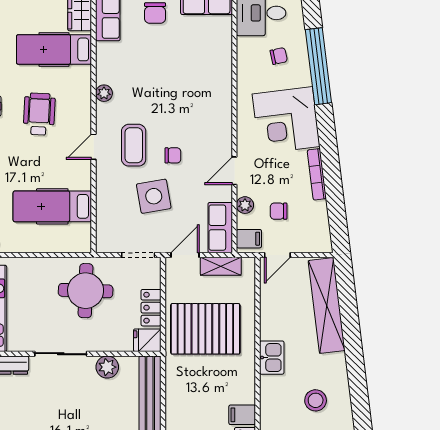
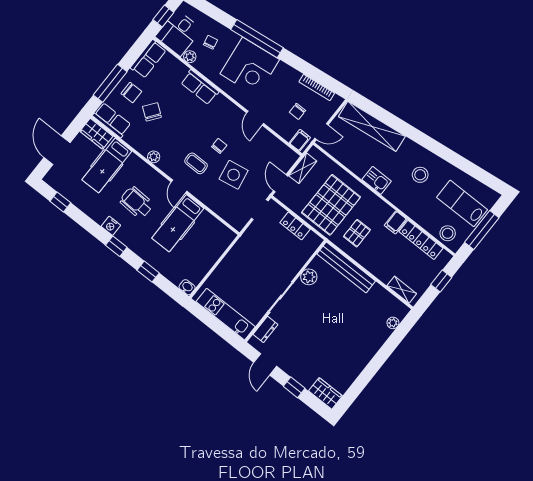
chair: (152, 52) -> (152, 112), added
window: (318, 66) -> (257, 39), moved
coffee table: (134, 145) -> (196, 163), width x0.73, depth x0.77
bookcase: (317, 174) -> (317, 87), moved
plant: (245, 205) -> (190, 57), moved
hospital bed: (52, 206) -> (178, 223), moved
row of seats: (220, 228) -> (200, 87), moved
door: (277, 255) -> (322, 132), hinge flipped
round table: (86, 291) -> (256, 255), removed
fridge: (147, 340) -> (311, 243), removed
pallet: (197, 382) -> (357, 233), added

